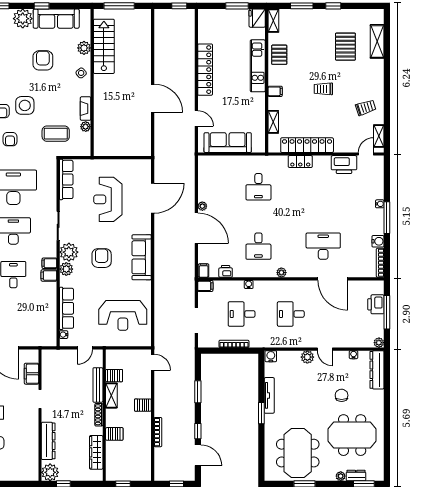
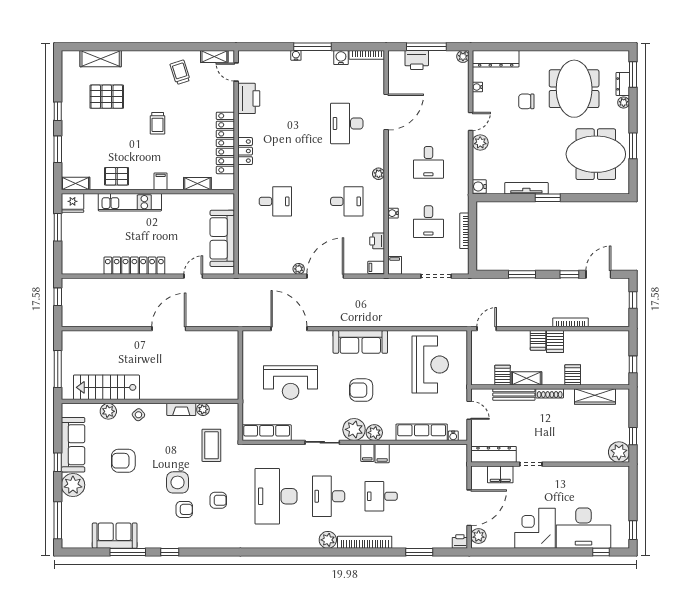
server rack: (142, 419) -> (555, 342), added
dresser: (48, 441) -> (494, 454), moved

